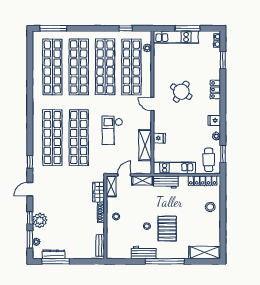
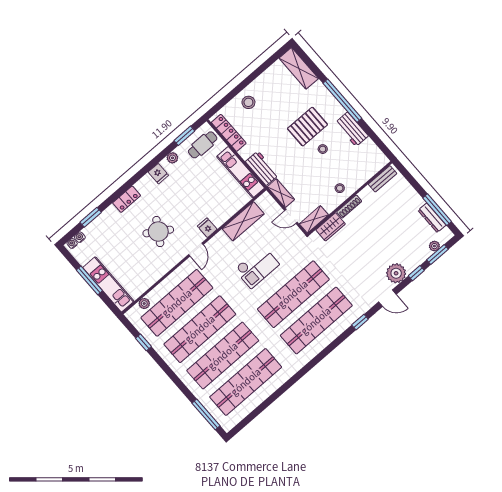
fridge: (159, 138) -> (207, 228), moved
plant: (40, 220) -> (396, 273), moved

